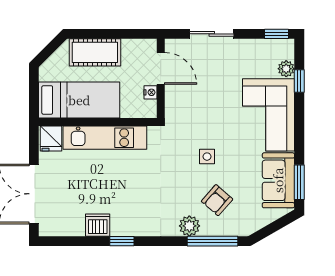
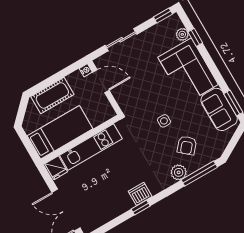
nightstand: (150, 92) -> (86, 70), moved
dishwasher: (98, 225) -> (140, 194), moved

